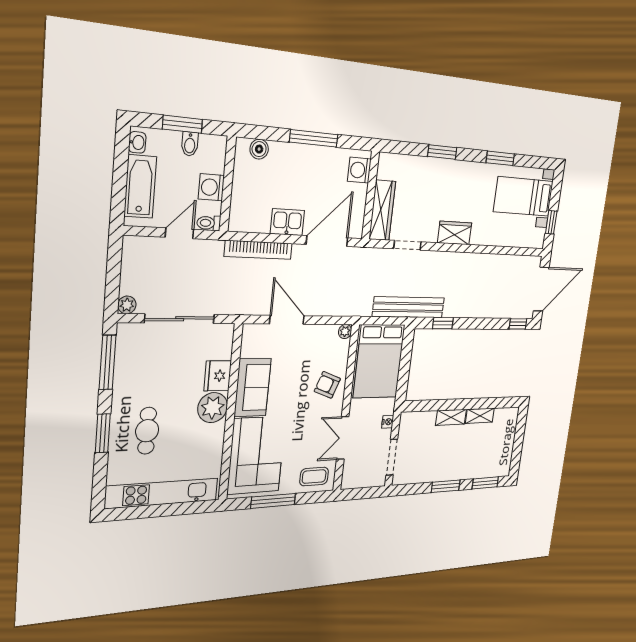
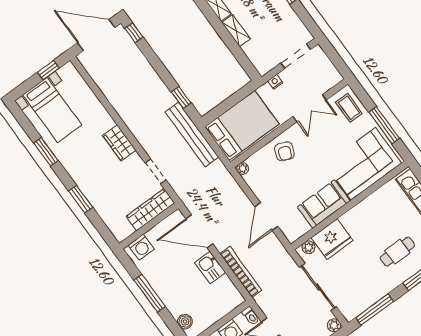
fridge: (218, 376) -> (332, 239), width x1.36, depth x1.34
plant: (213, 408) -> (309, 247), moved, width x0.53, depth x0.53

